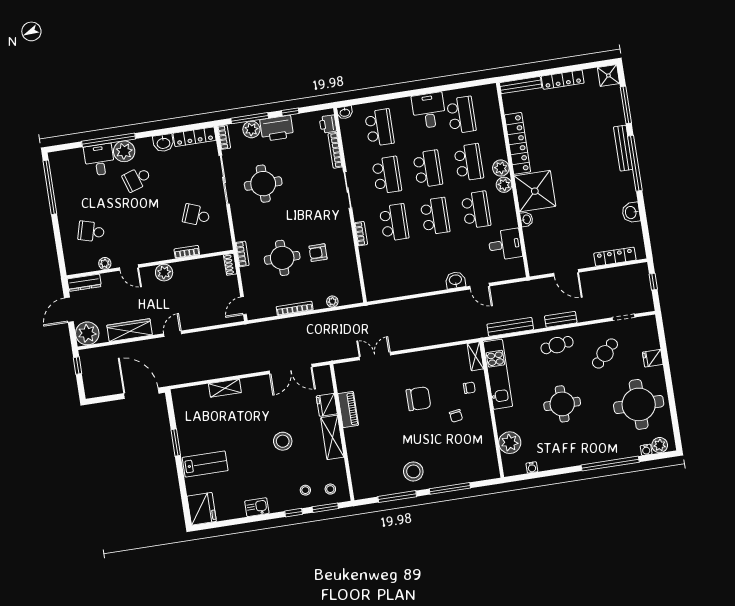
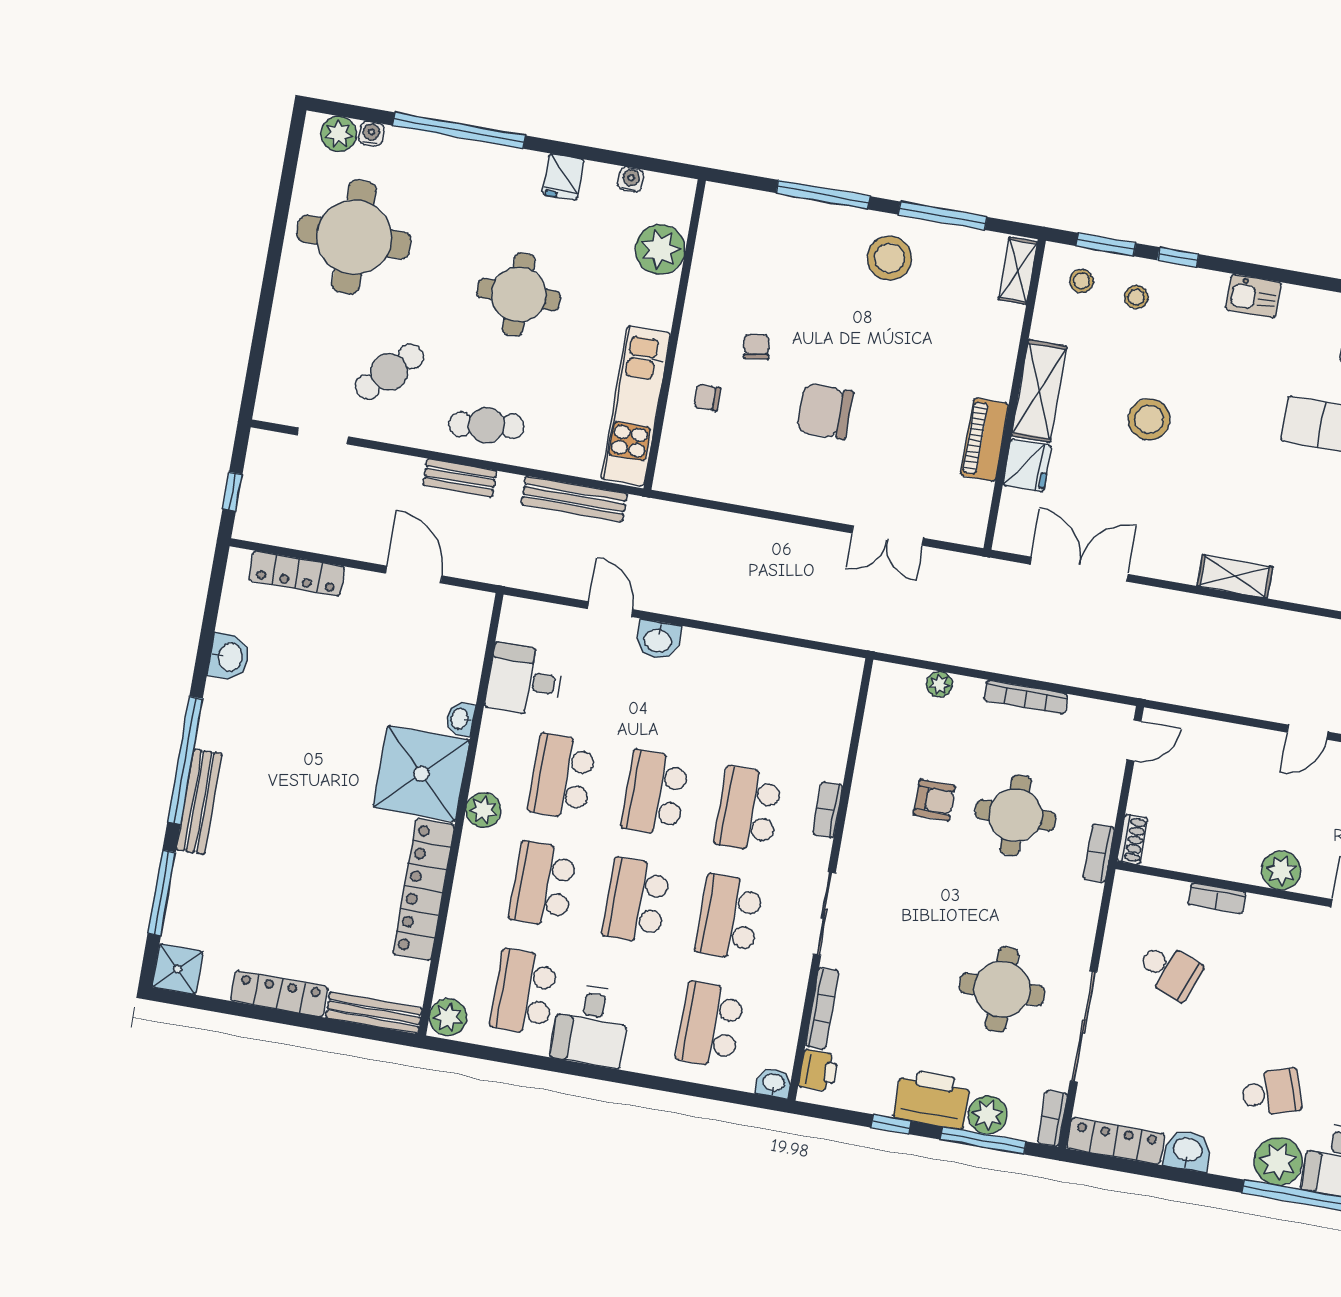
plant: (501, 168) -> (448, 1017), moved
shelving: (475, 356) -> (1018, 271), moved
fridge: (653, 358) -> (563, 177), moved, turned 90

